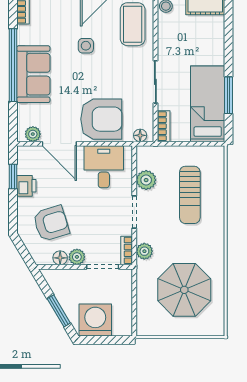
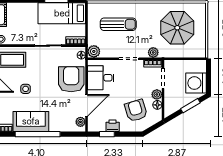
sofa: (33, 74) -> (31, 121), moved
plant: (146, 180) -> (94, 51), moved

